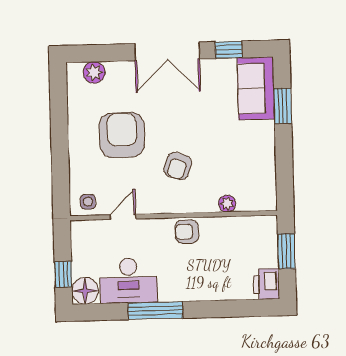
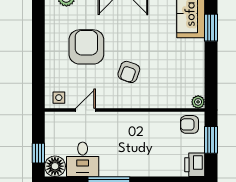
plant: (227, 204) -> (198, 102), moved
armchair: (187, 232) -> (190, 124), moved
desk: (128, 281) -> (83, 159), width x0.73

